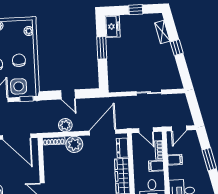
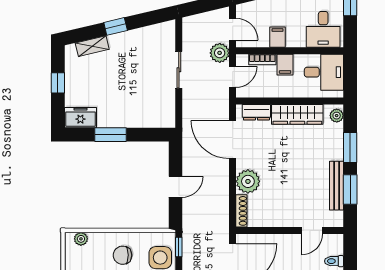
plant: (65, 125) -> (220, 53), moved

